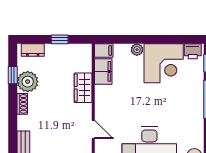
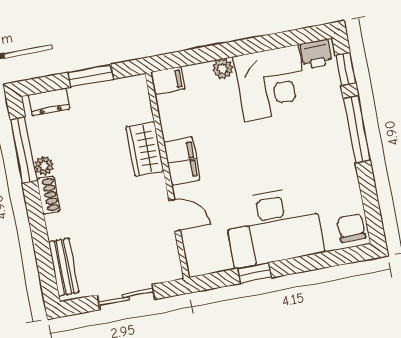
window: (60, 39) -> (91, 76), width x1.50
filing cabinet: (103, 71) -> (182, 161), moved
window: (13, 75) -> (24, 150), width x2.17
plant: (28, 82) -> (44, 166), width x0.53, depth x0.53

